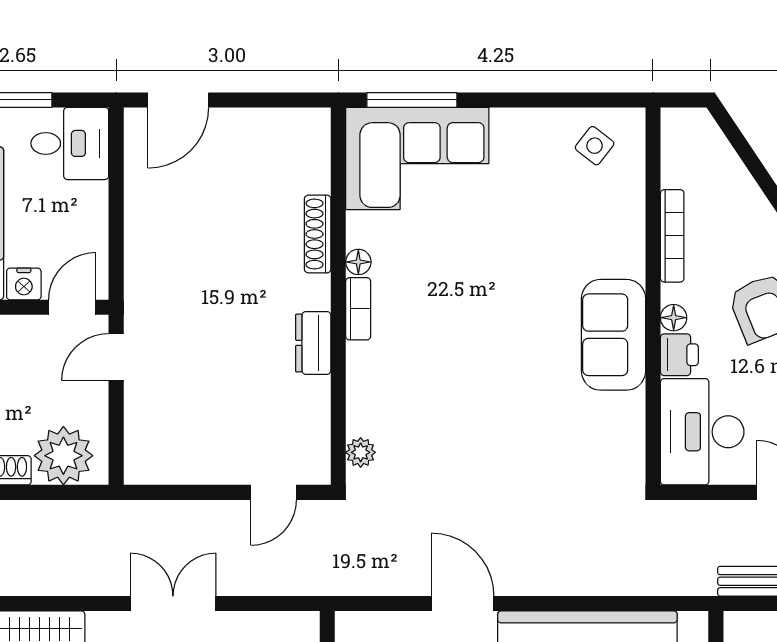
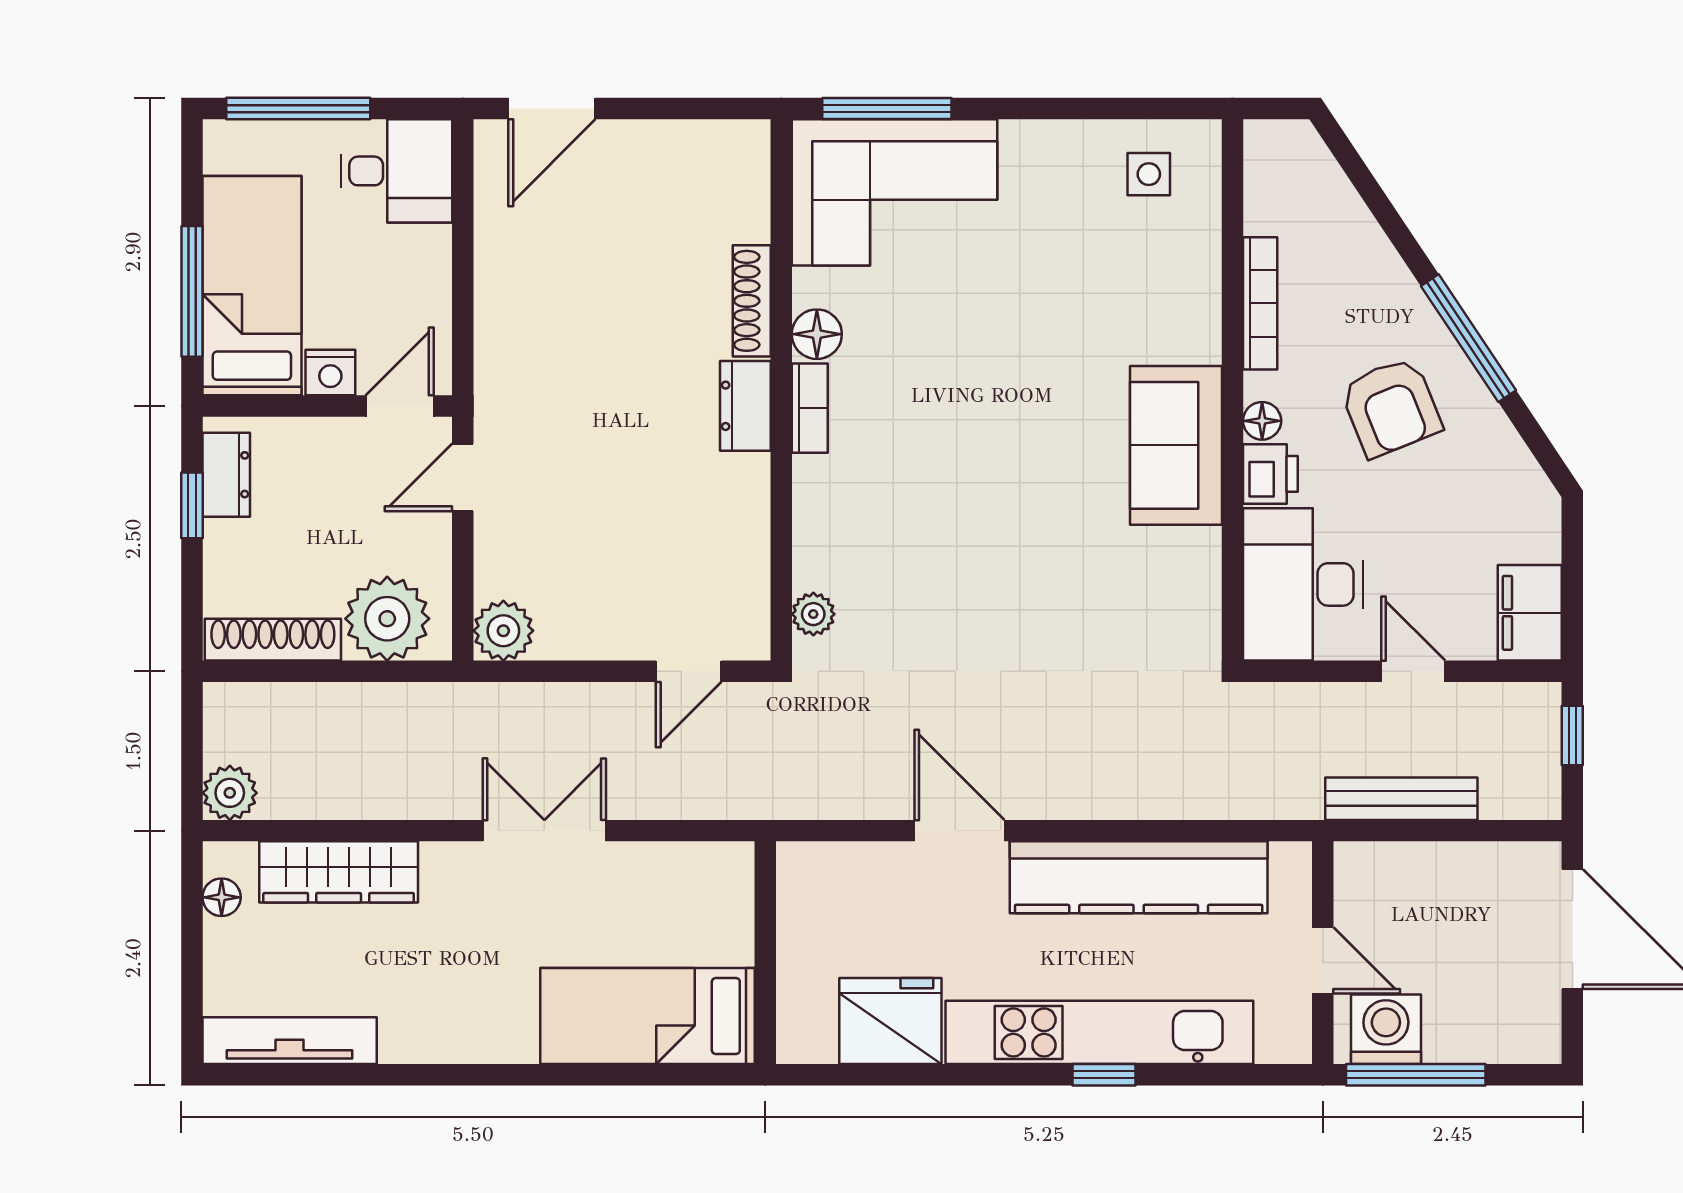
side table: (595, 146) -> (1149, 174), turned -38
floor lamp: (358, 262) -> (817, 334), width x1.37, depth x1.37
dresser: (313, 343) -> (745, 406), moved
plant: (144, 464) -> (503, 631), added

